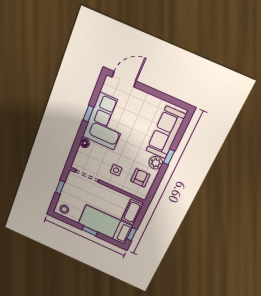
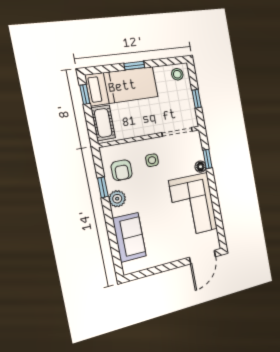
window: (88, 114) -> (207, 159), moved
sofa: (166, 133) -> (129, 237), width x0.73
window: (169, 157) -> (103, 187), moved

